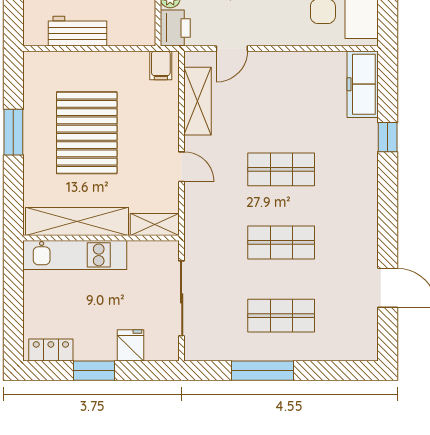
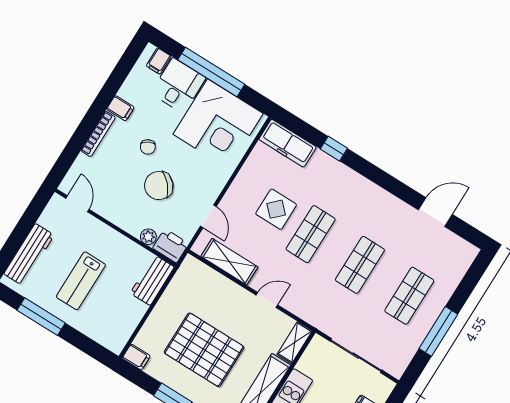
workbench: (78, 31) -> (152, 280), moved
filing cabinet: (161, 65) -> (136, 357), moved
display table: (285, 116) -> (276, 209), added

